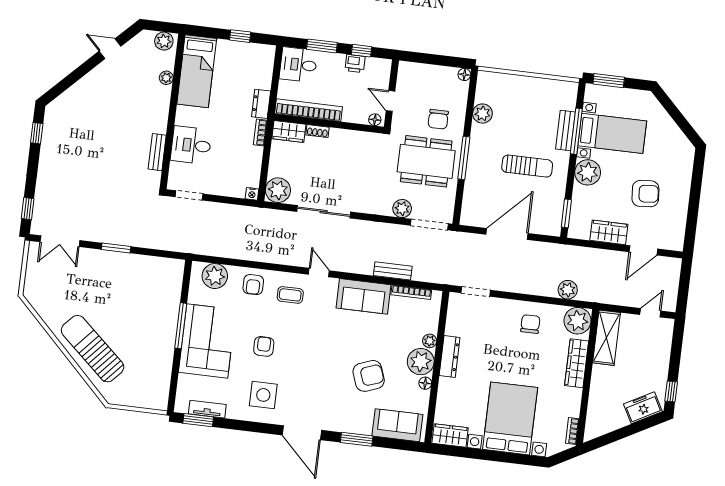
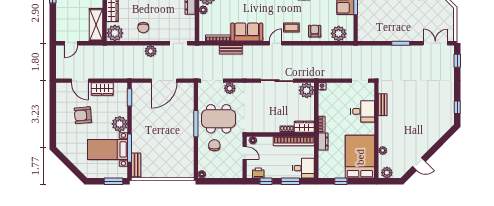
printer: (355, 63) -> (258, 173), moved
bed: (197, 71) -> (360, 157), width x1.50
plant: (482, 114) -> (188, 152), removed
bench: (565, 130) -> (136, 165), moved
sun lounger: (527, 166) -> (157, 123), removed
door: (643, 250) -> (80, 81), swing flipped
door: (319, 273) -> (276, 43), swing flipped
plant: (568, 290) -> (151, 51), moved

